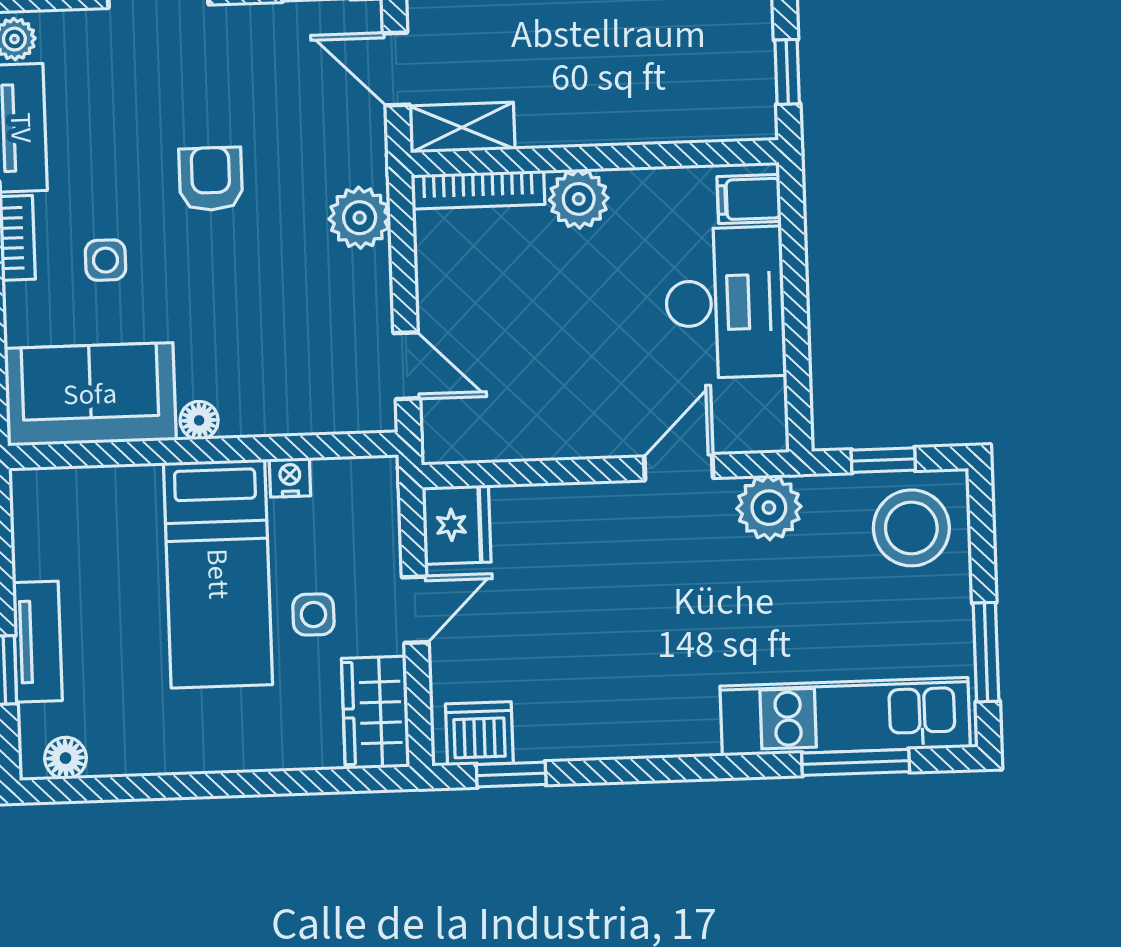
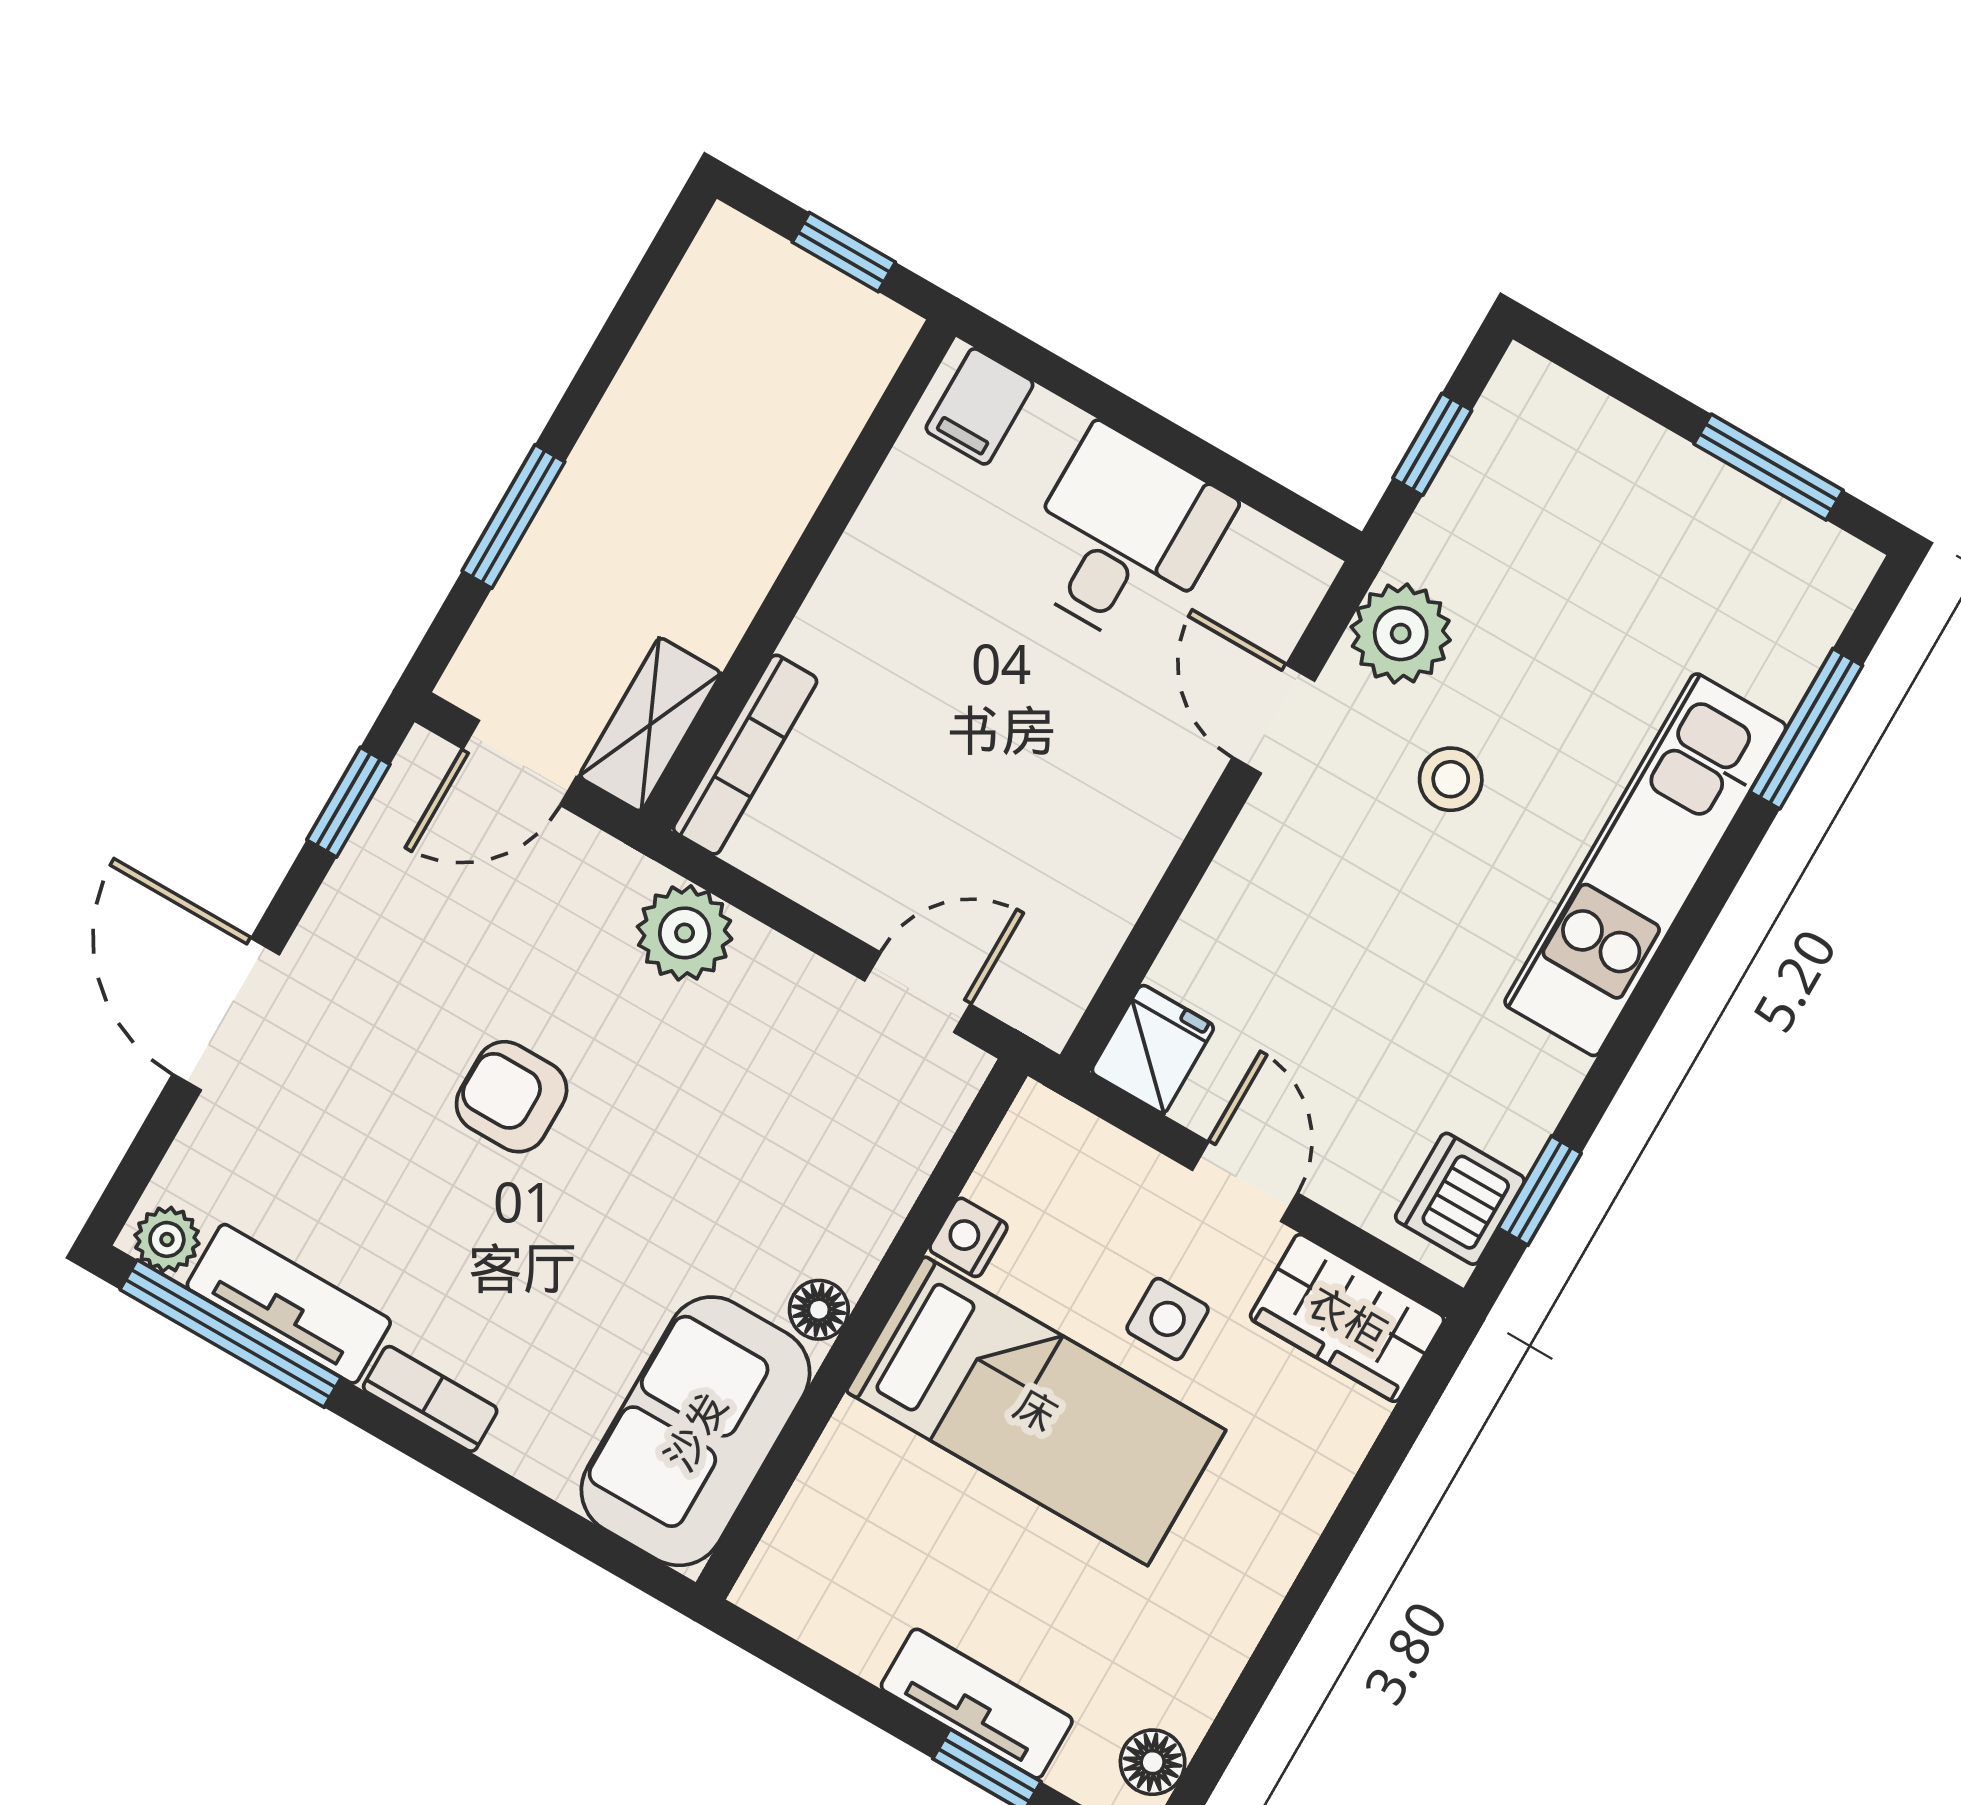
plant: (579, 199) -> (840, 630), removed
side table: (105, 260) -> (532, 1301), removed
desk: (725, 303) -> (1123, 538), width x0.73
fridge: (457, 525) -> (1153, 1049), width x0.72
stool: (911, 528) -> (1451, 779), moved, width x0.53, depth x0.53
kitchen unit: (845, 717) -> (1645, 865), moved

